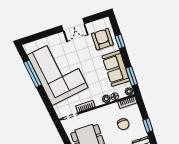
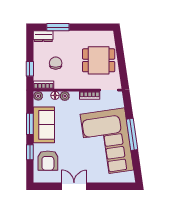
window: (33, 74) -> (132, 134), moved
window: (132, 76) -> (30, 124), moved
window: (148, 125) -> (30, 69), moved

